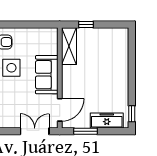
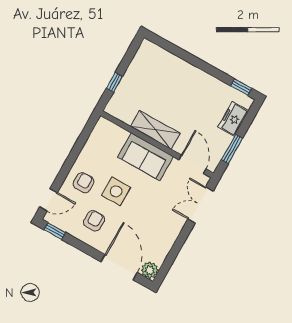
shelving: (69, 46) -> (155, 130), moved
freezer: (107, 121) -> (233, 119), width x0.71

